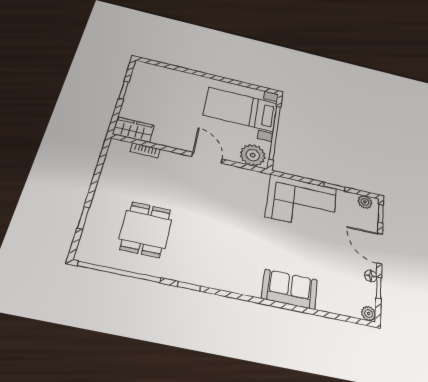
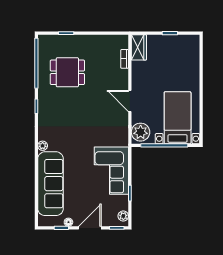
door: (207, 158) -> (130, 101), swing flipped
sofa: (290, 289) -> (50, 184), width x1.85, depth x1.27
plant: (369, 314) -> (43, 146), moved

